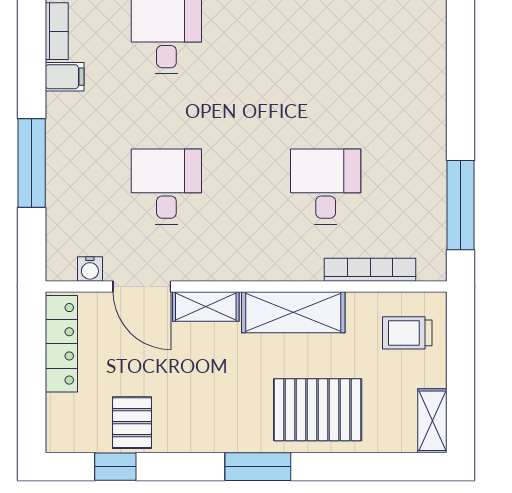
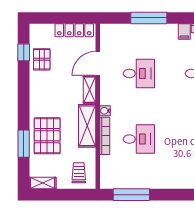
water cooler: (90, 269) -> (105, 111), moved
bookcase: (370, 270) -> (105, 136), moved
pallet: (132, 423) -> (42, 59), turned 90
window: (258, 467) -> (24, 144), moved

